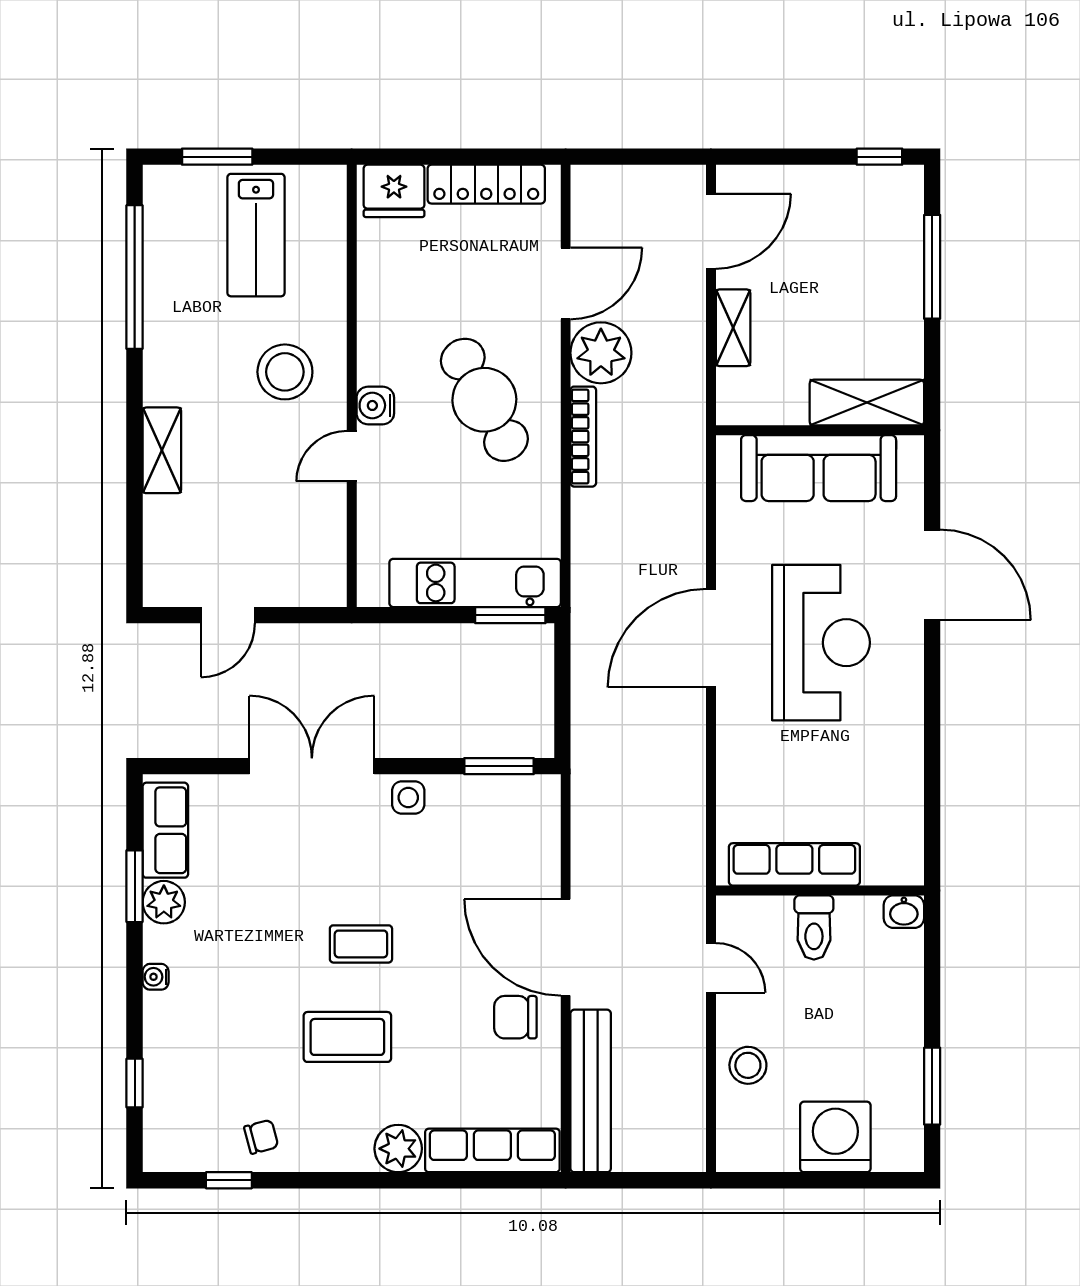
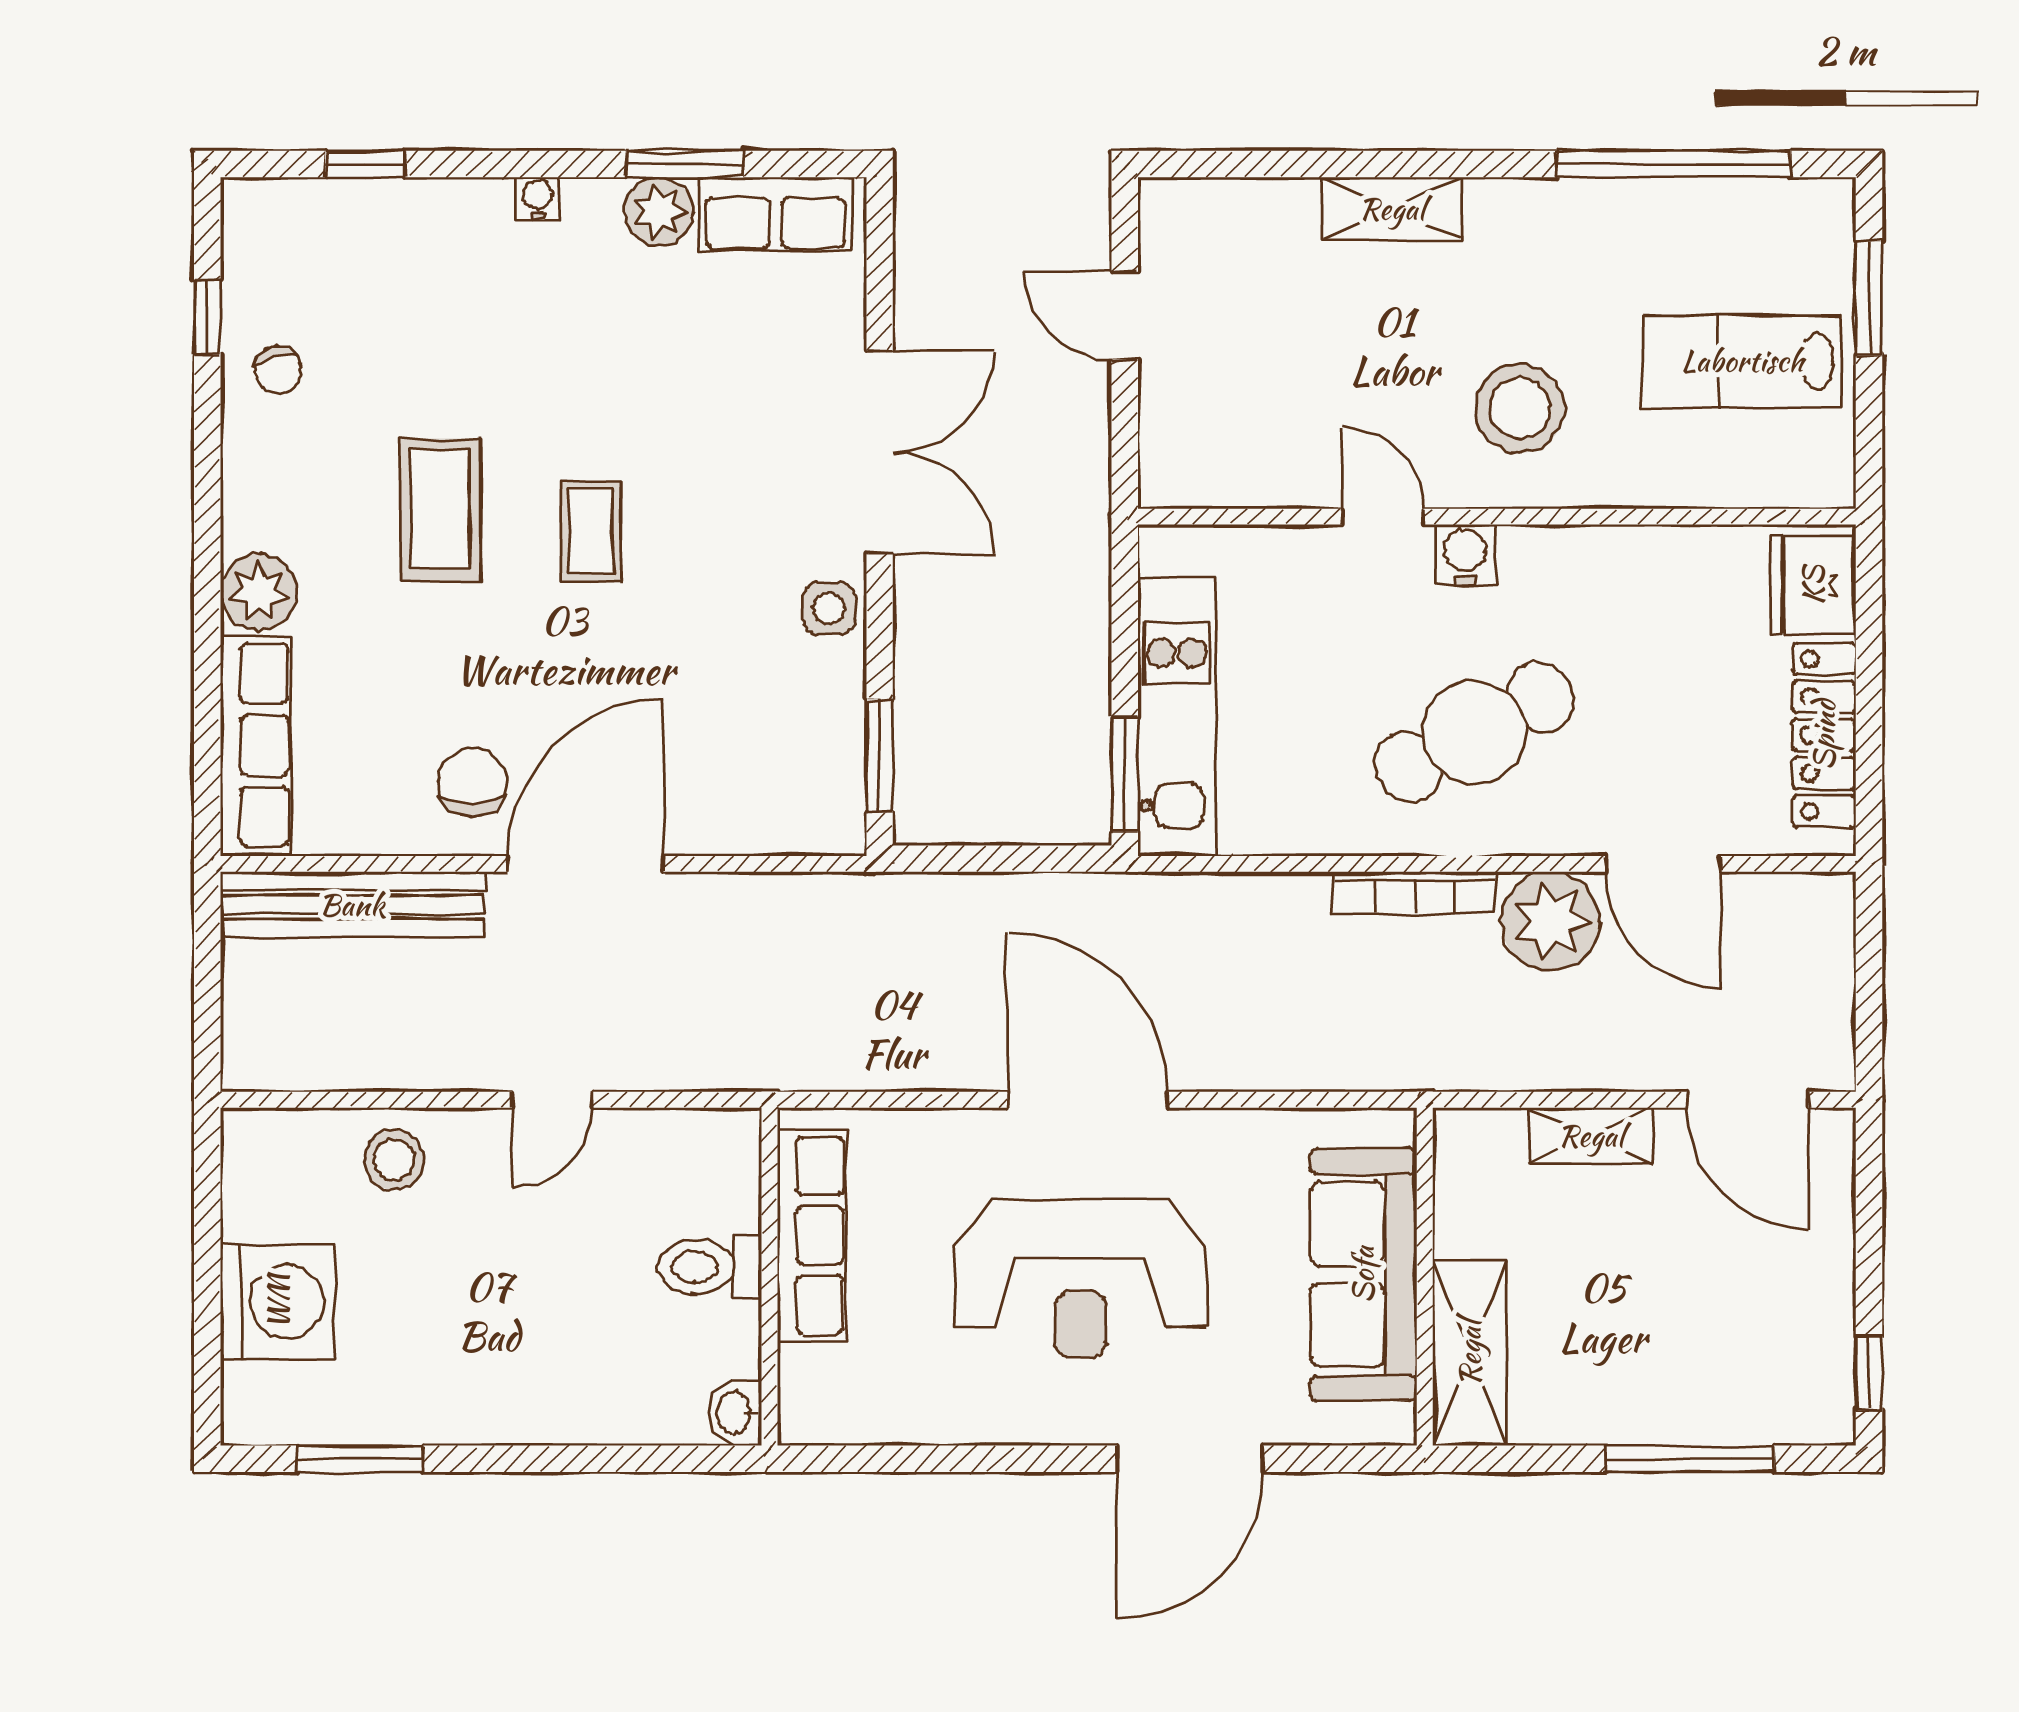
row of seats: (794, 864) -> (812, 1235), moved
wall: (820, 890) -> (770, 1277), moved
washbasin: (904, 912) -> (735, 1413), moved
toilet: (814, 927) -> (710, 1267), moved

